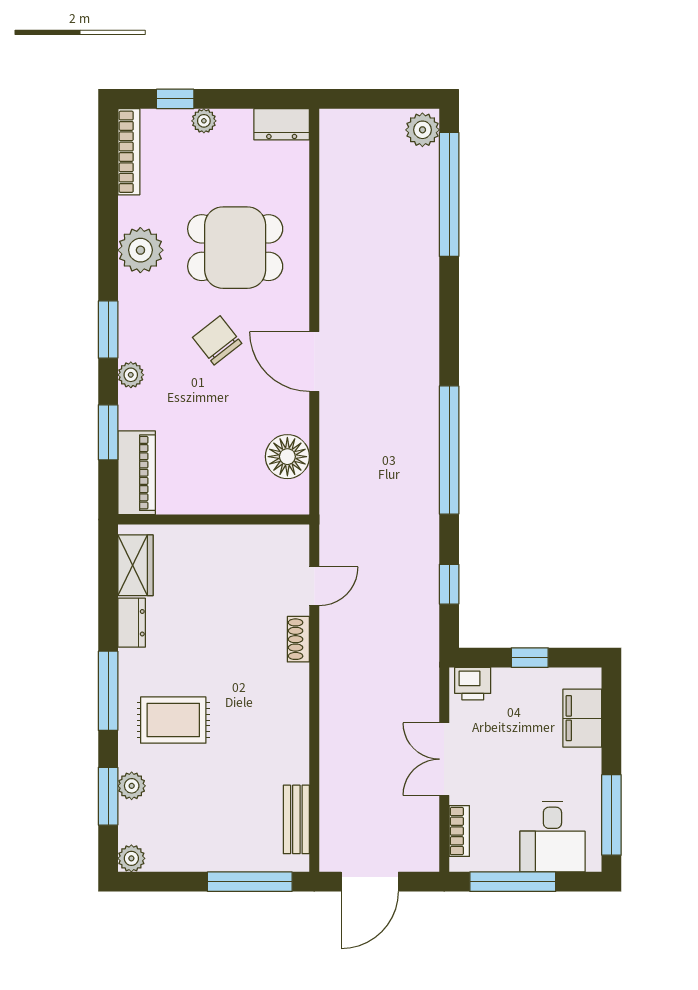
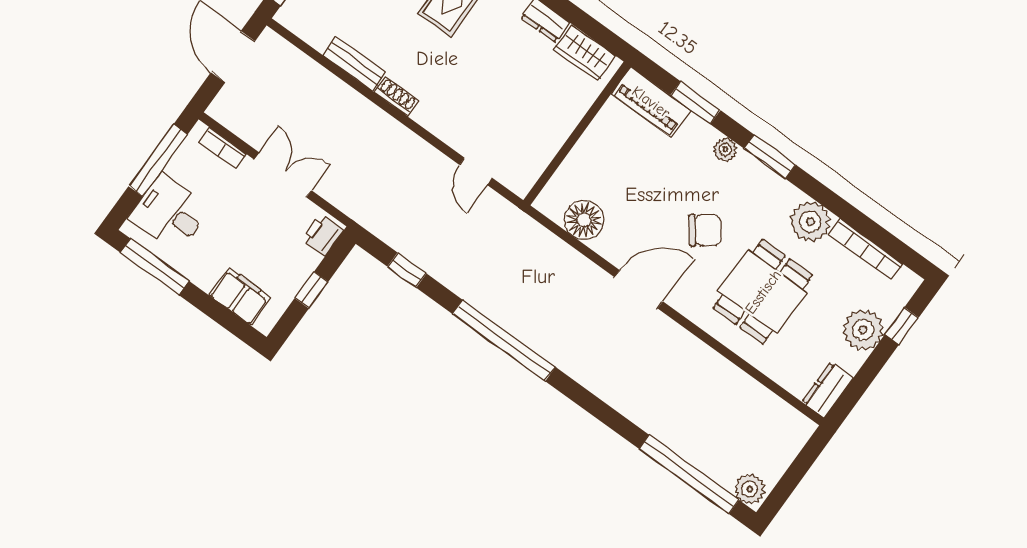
plant: (204, 121) -> (863, 330), width x1.88, depth x1.88
bookcase: (129, 152) -> (866, 249), moved
shoe rack: (298, 639) -> (396, 96), moved
bench: (296, 819) -> (354, 64), moved

